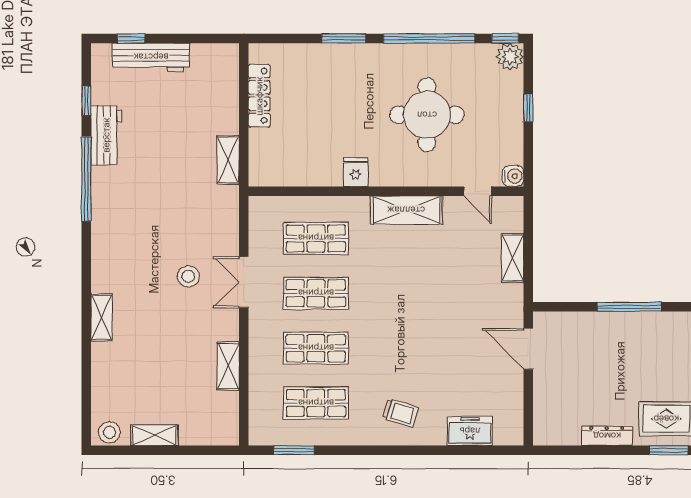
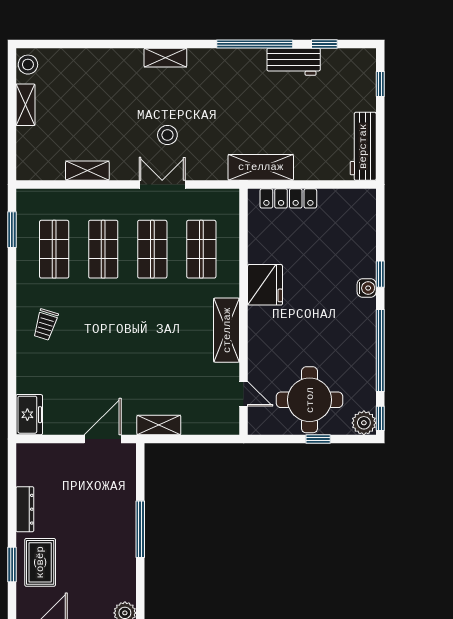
window: (344, 38) -> (380, 274), width x0.67
workbench: (151, 57) -> (363, 146), moved
locker: (259, 96) -> (288, 198), moved
round table: (427, 115) -> (310, 400), moved
shelving: (228, 160) -> (261, 167), width x1.50, depth x1.33
fridge: (356, 172) -> (265, 285), width x1.88, depth x1.34
water cooler: (513, 176) -> (367, 288), moved, turned -90
door: (478, 191) -> (244, 394), swing flipped
shelving: (513, 258) -> (159, 425), moved
shelving: (102, 317) -> (165, 58), moved
freezer: (470, 431) -> (29, 415), moved

